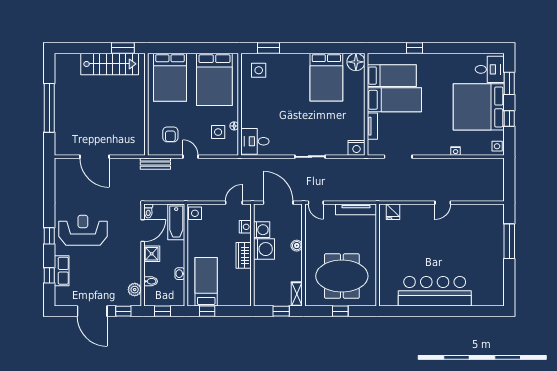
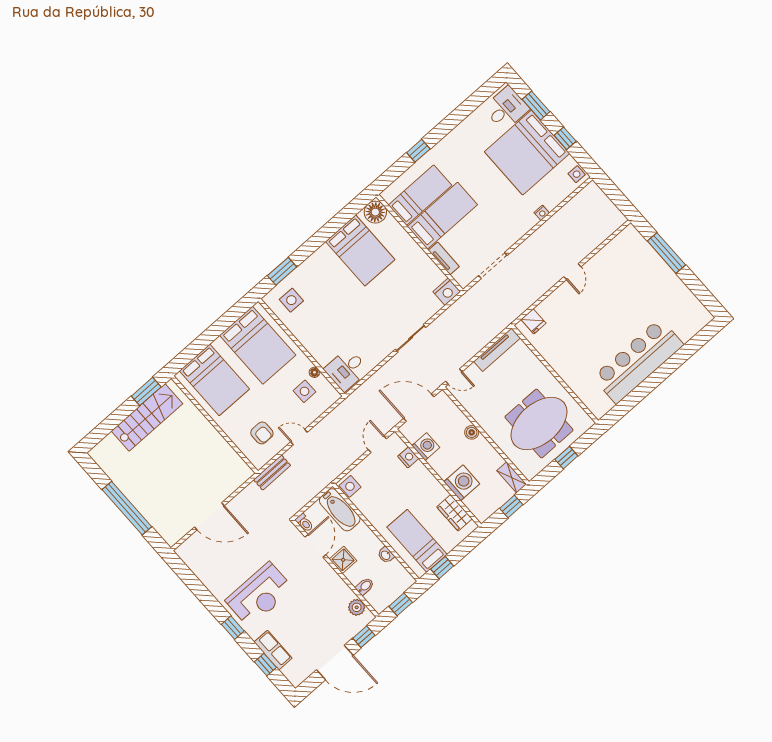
reception desk: (83, 230) -> (259, 595), turned 180
washing machine: (264, 249) -> (462, 483), moved
wardrobe: (244, 255) -> (454, 513), moved

